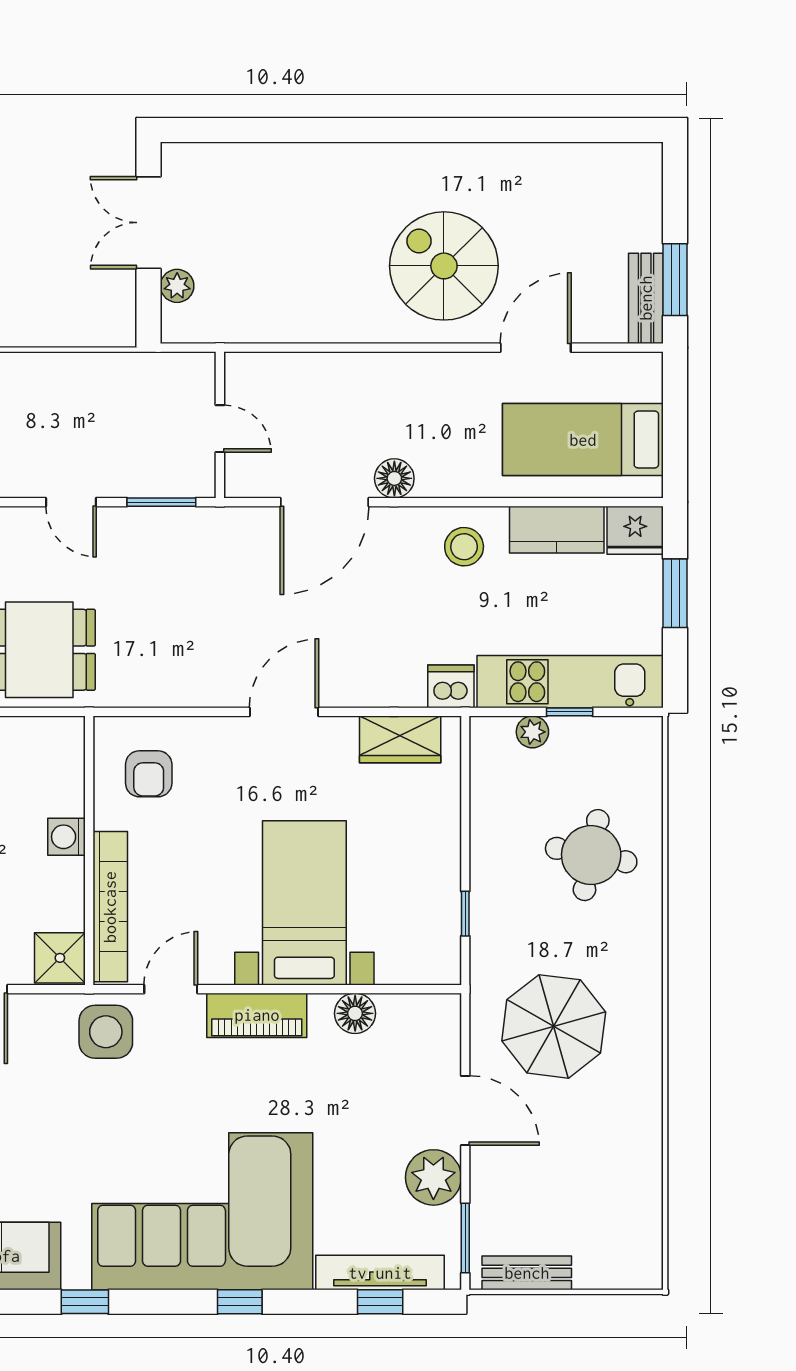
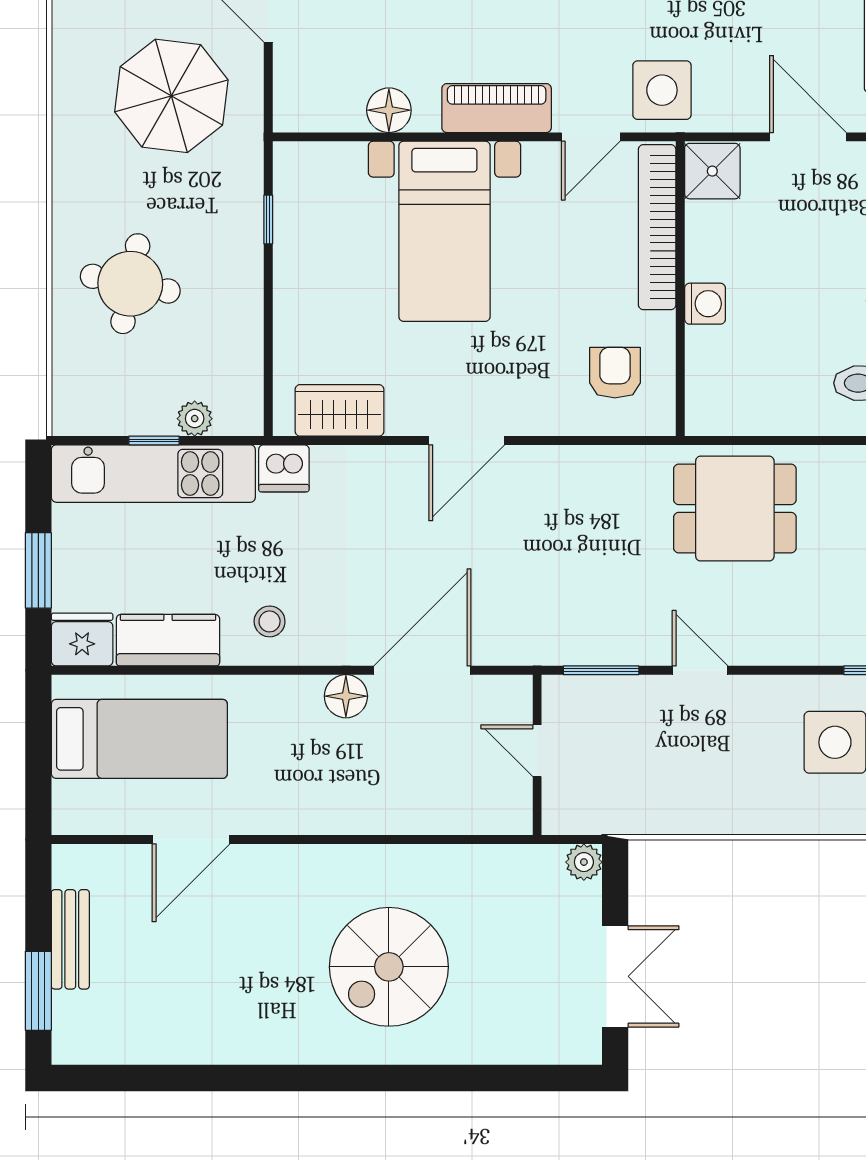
spiral stairs: (444, 266) -> (389, 967), moved, turned 90
window: (675, 280) -> (38, 991), moved
plant: (177, 286) -> (584, 862), moved
bench: (646, 298) -> (70, 939), moved
stool: (464, 547) -> (270, 621), width x0.73, depth x0.73

